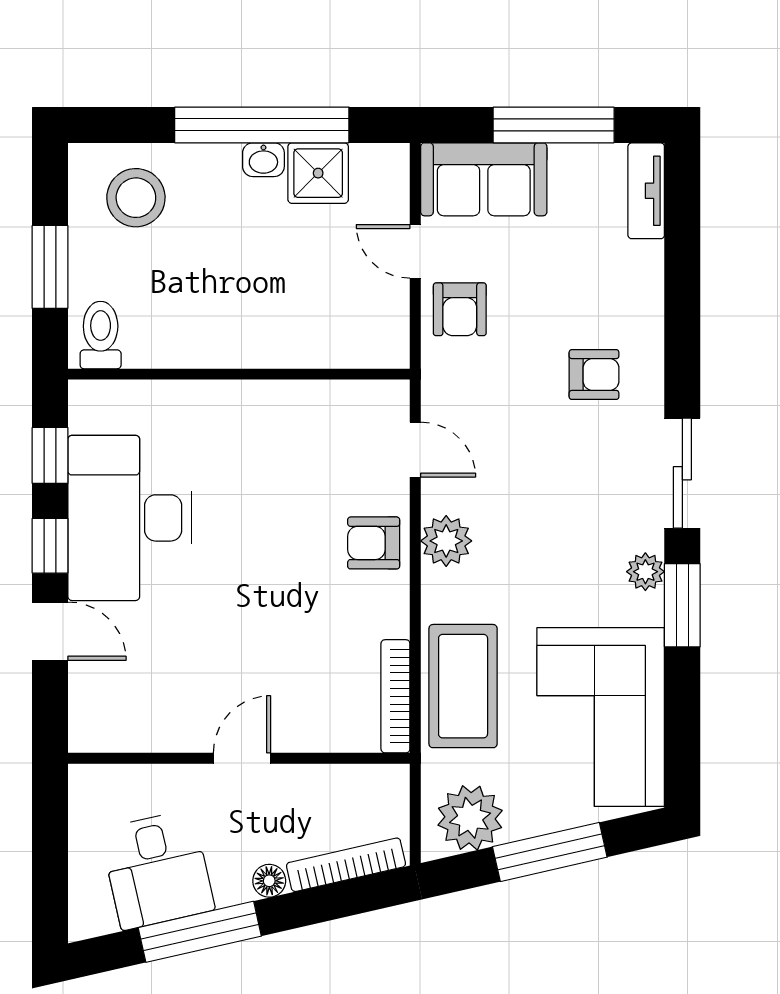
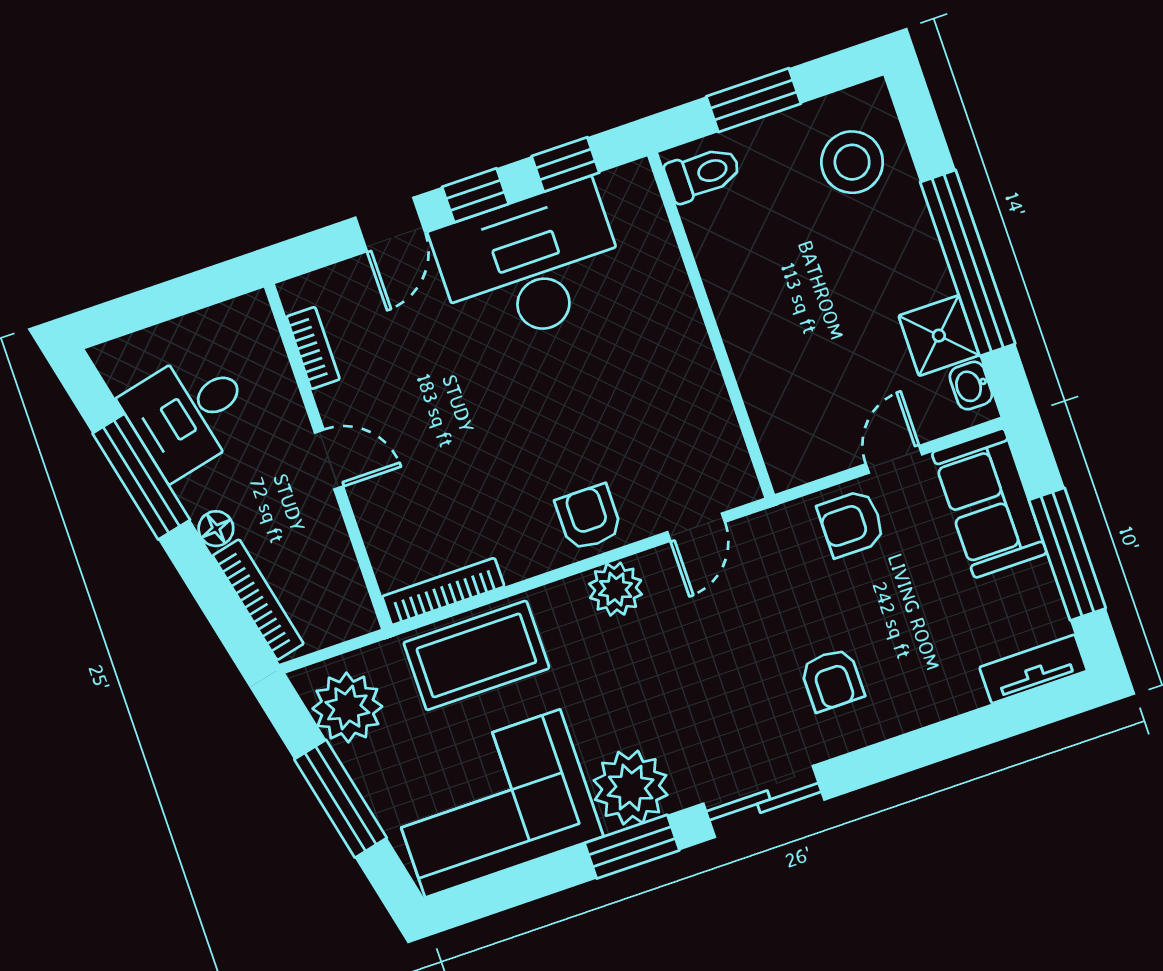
washbasin: (263, 160) -> (971, 386), moved
plant: (645, 572) -> (631, 788), width x1.88, depth x1.88
bookcase: (137, 738) -> (313, 348), added

